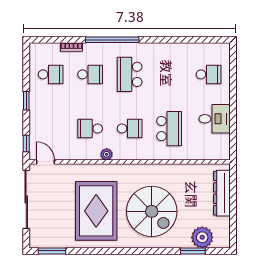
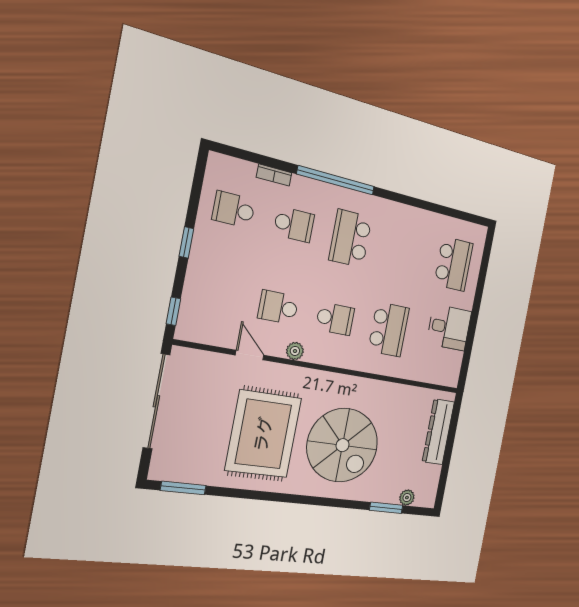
school desk: (51, 74) -> (234, 210), turned 180
school desk: (209, 74) -> (454, 264), width x1.85
door: (45, 162) -> (250, 355), moved
plant: (202, 237) -> (407, 498), width x0.53, depth x0.53

